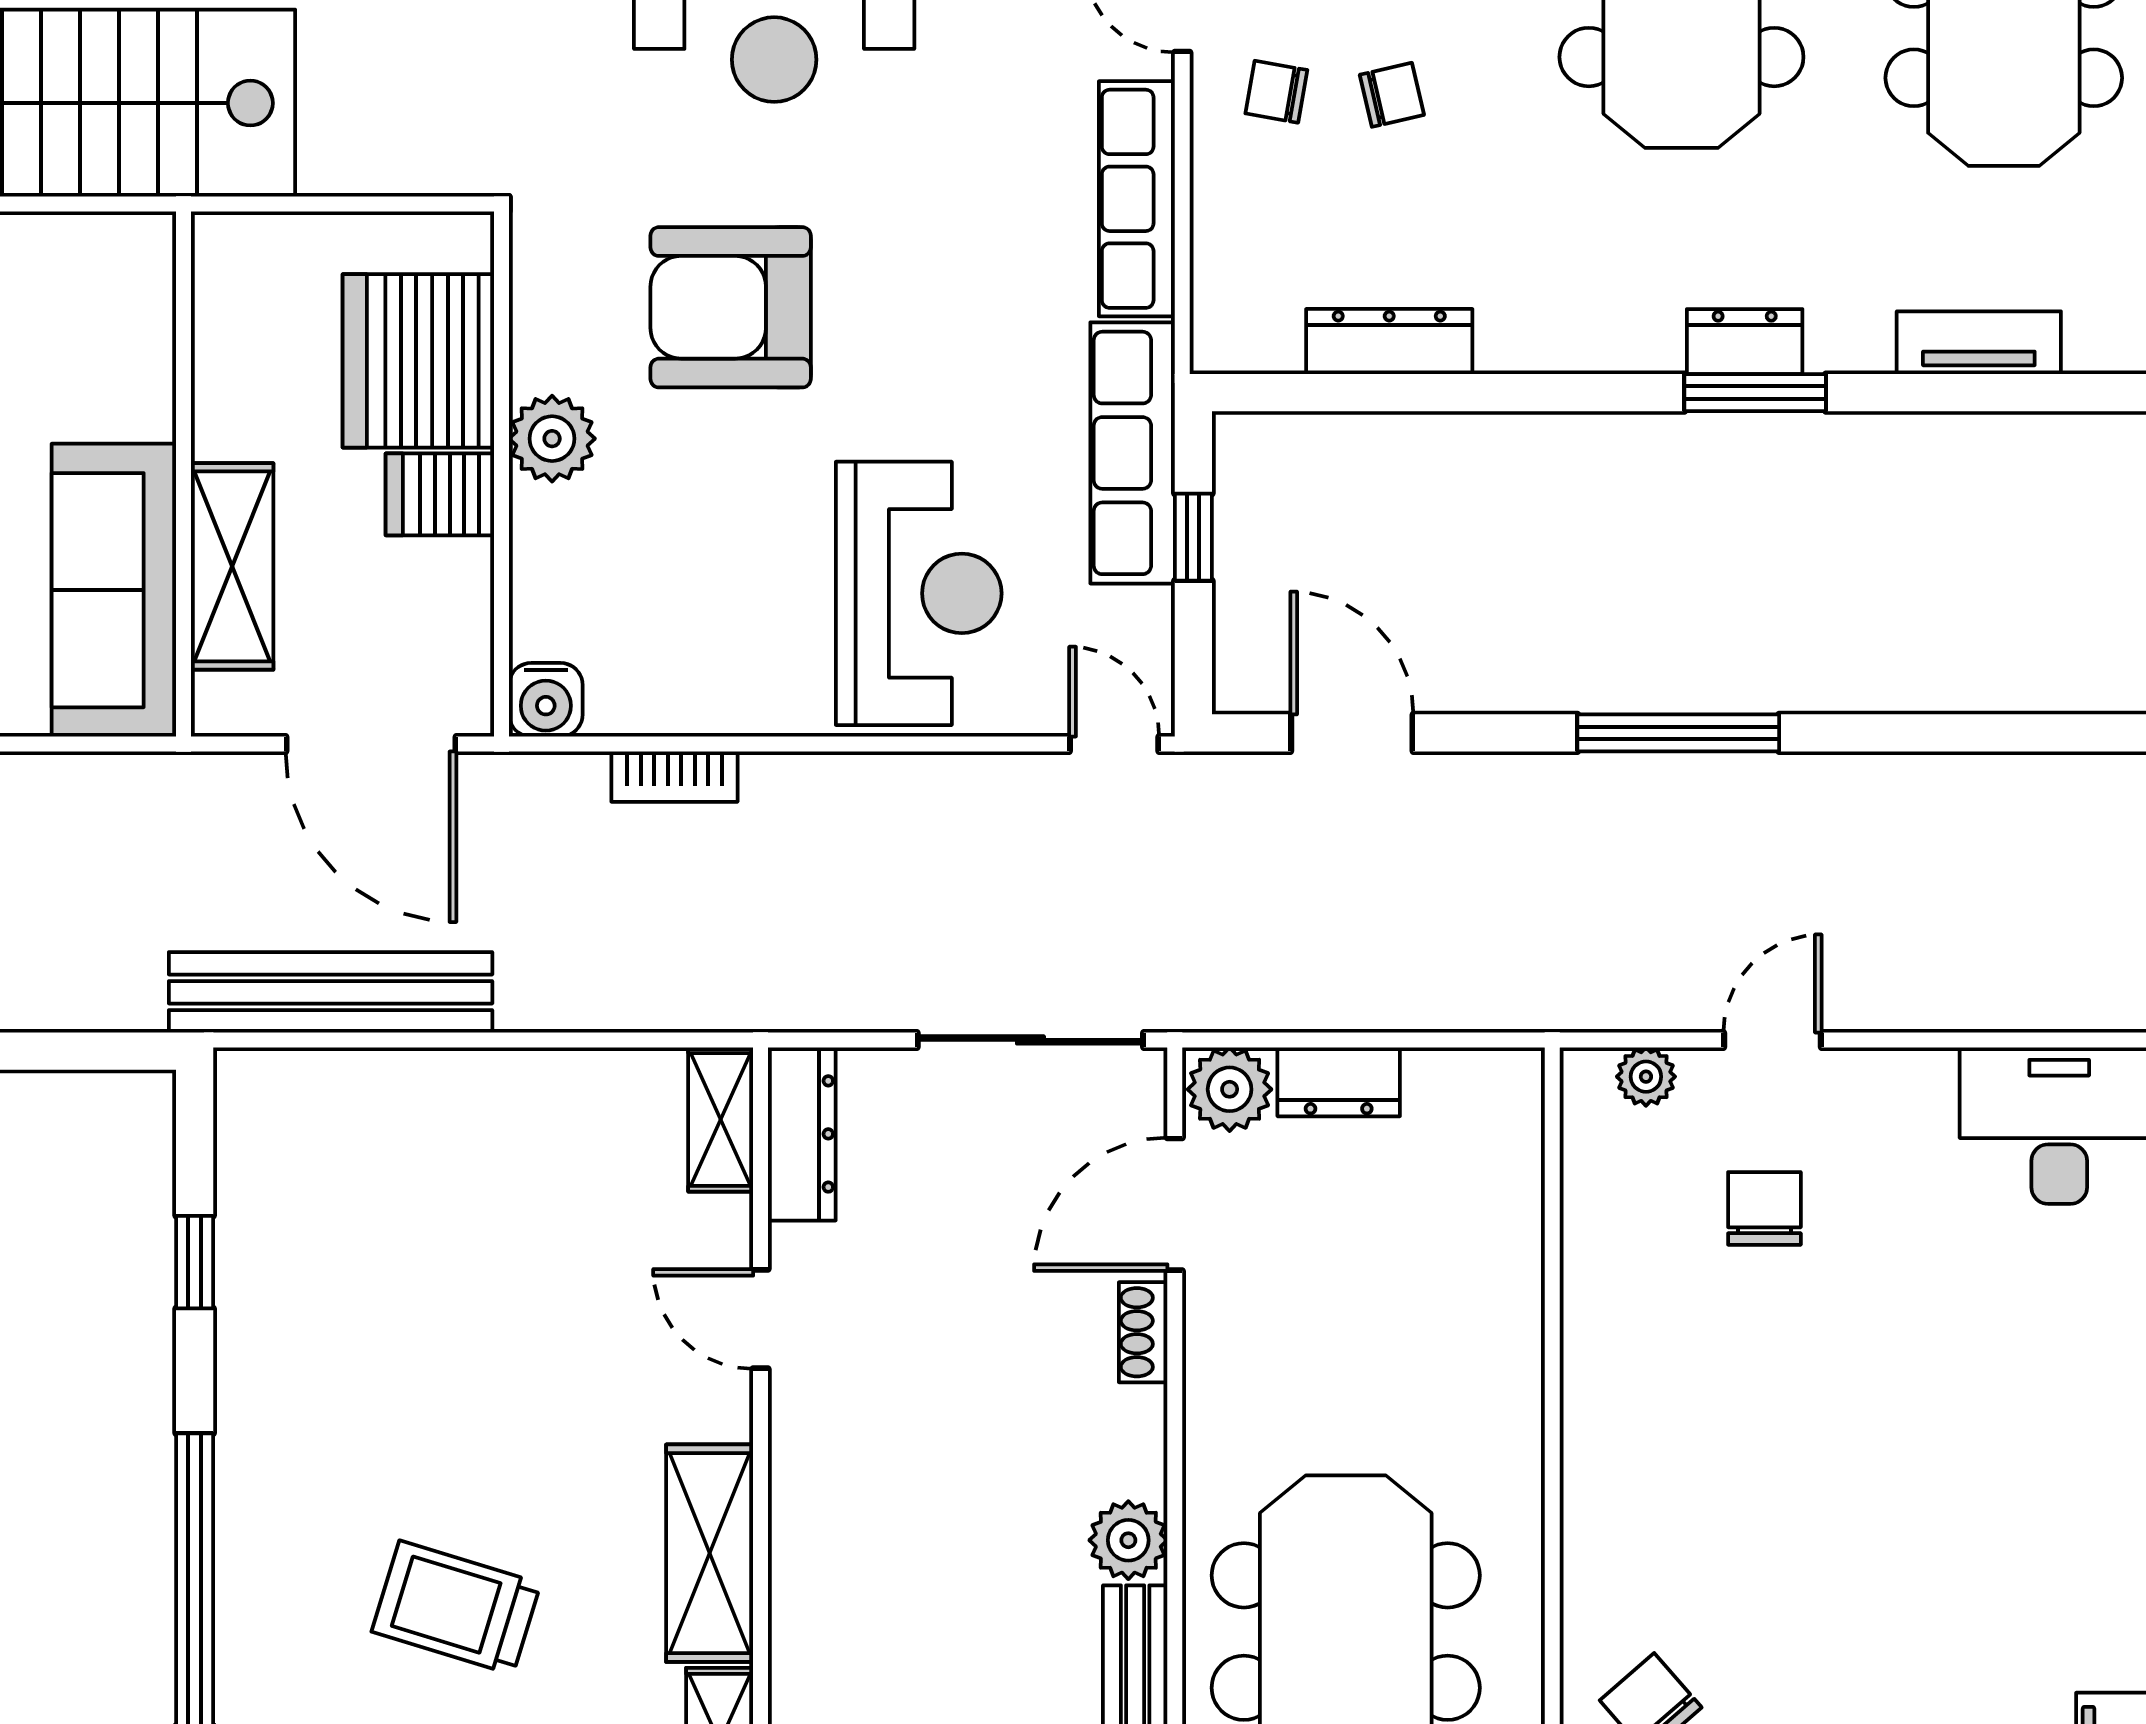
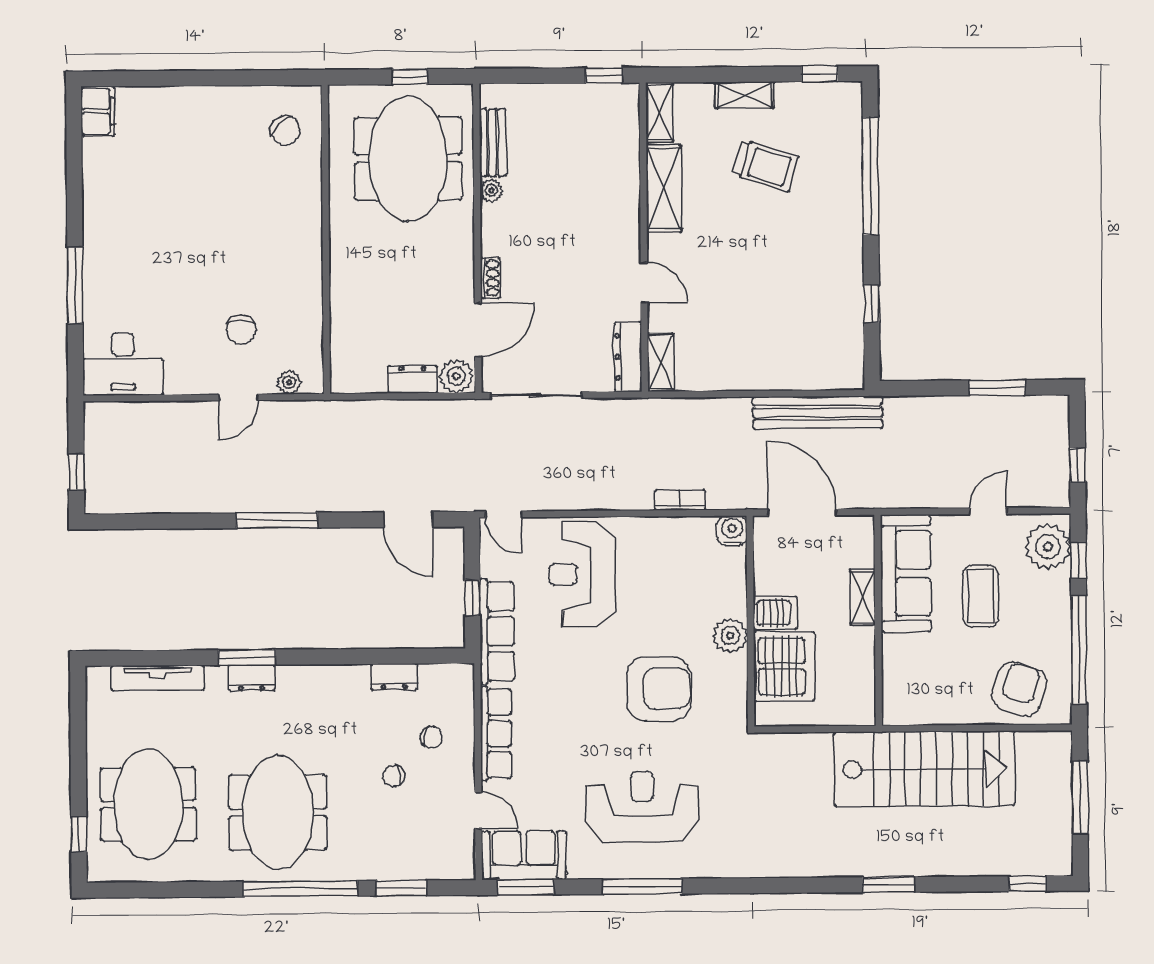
chair: (1276, 92) -> (431, 737), moved
dresser: (1389, 342) -> (394, 677), width x0.70
tv unit: (1979, 343) -> (157, 678), width x1.41
shelving: (232, 566) -> (863, 597), width x0.67, depth x0.75
plant: (1128, 1540) -> (491, 190), width x0.73, depth x0.73

